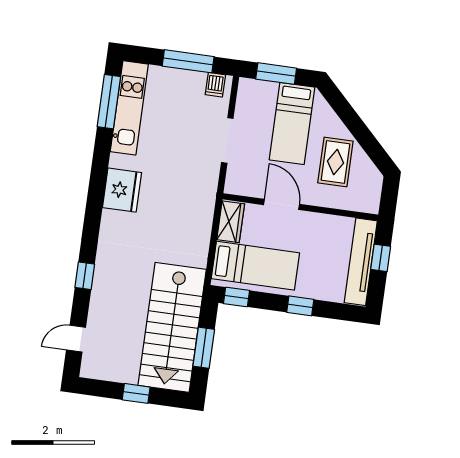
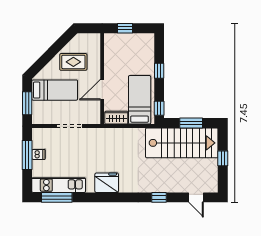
dishwasher: (215, 85) -> (38, 154), moved
tv unit: (361, 262) -> (129, 39), removed

